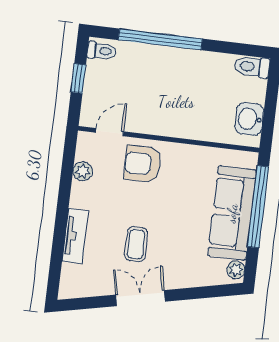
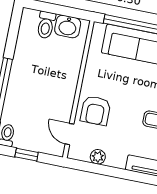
toilet: (252, 67) -> (46, 25), moved

